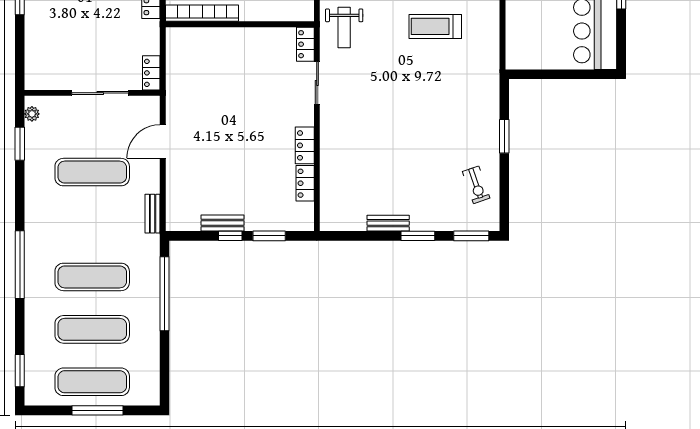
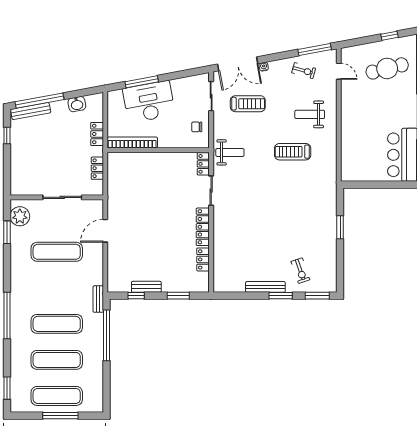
weight bench: (344, 28) -> (230, 152), turned -90
locker: (151, 73) -> (97, 168), moved
plant: (32, 114) -> (20, 216), width x1.87, depth x1.87
locker: (305, 145) -> (203, 227), width x1.53
exercise bike: (476, 185) -> (300, 271), moved
bench: (153, 214) -> (98, 299), moved
bench: (388, 223) -> (265, 287), width x1.36
window: (230, 236) -> (136, 296), moved

